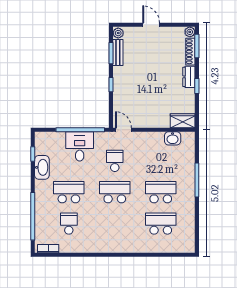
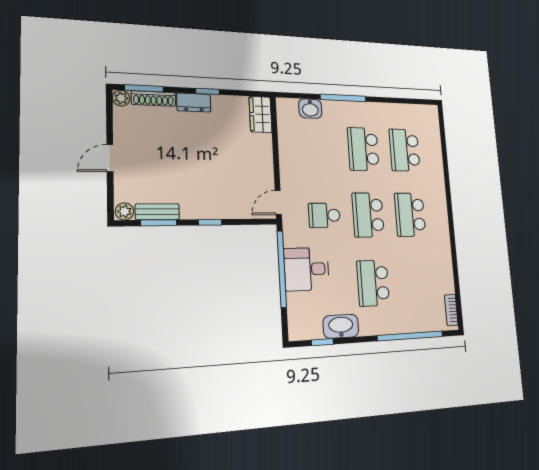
washbasin: (173, 138) -> (310, 109), moved, turned 90
school desk: (69, 224) -> (410, 215), moved, width x1.85

